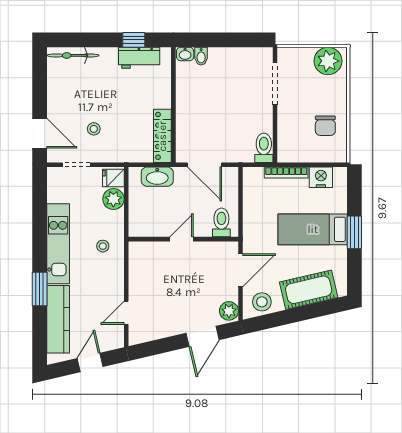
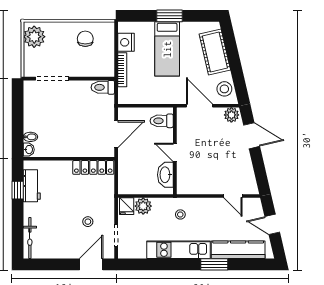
chair: (325, 126) -> (85, 39), turned -90
washbasin: (157, 177) -> (165, 175), moved, turned 180

